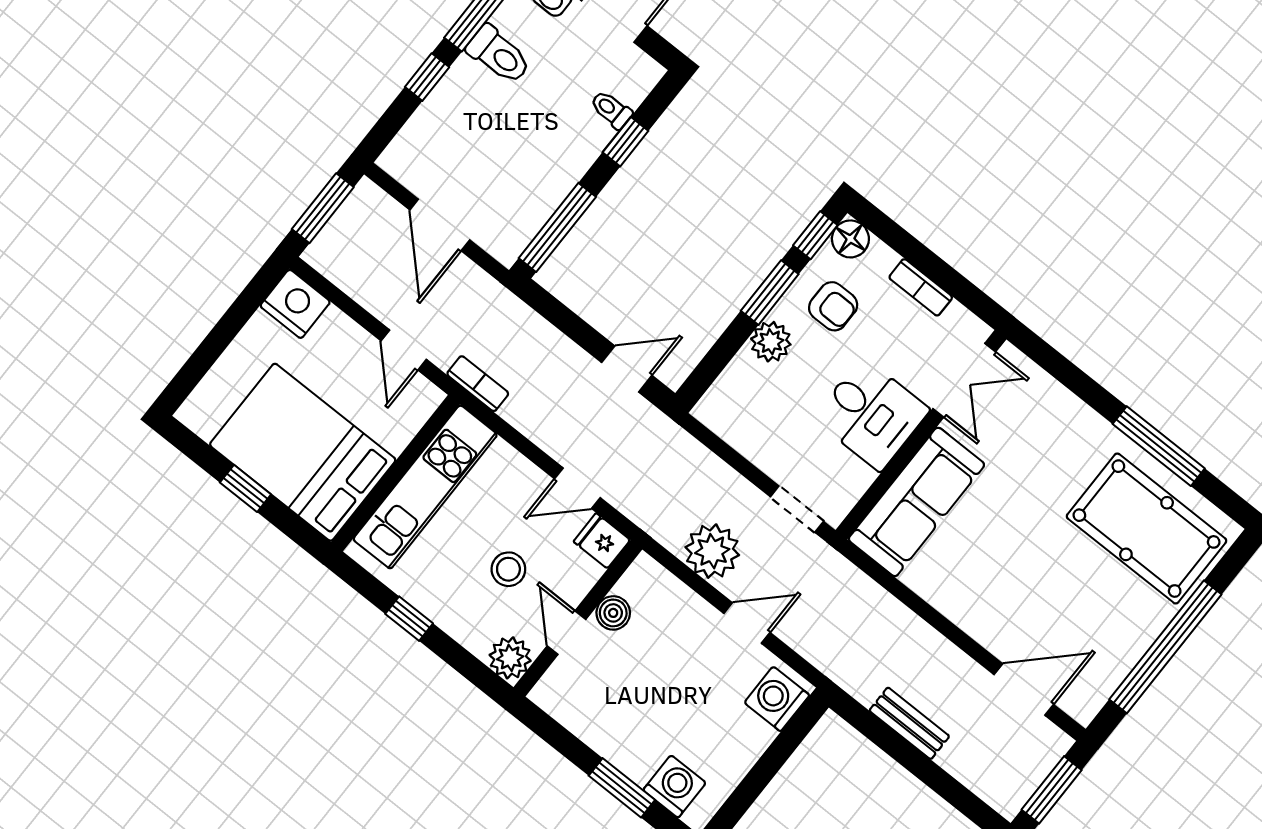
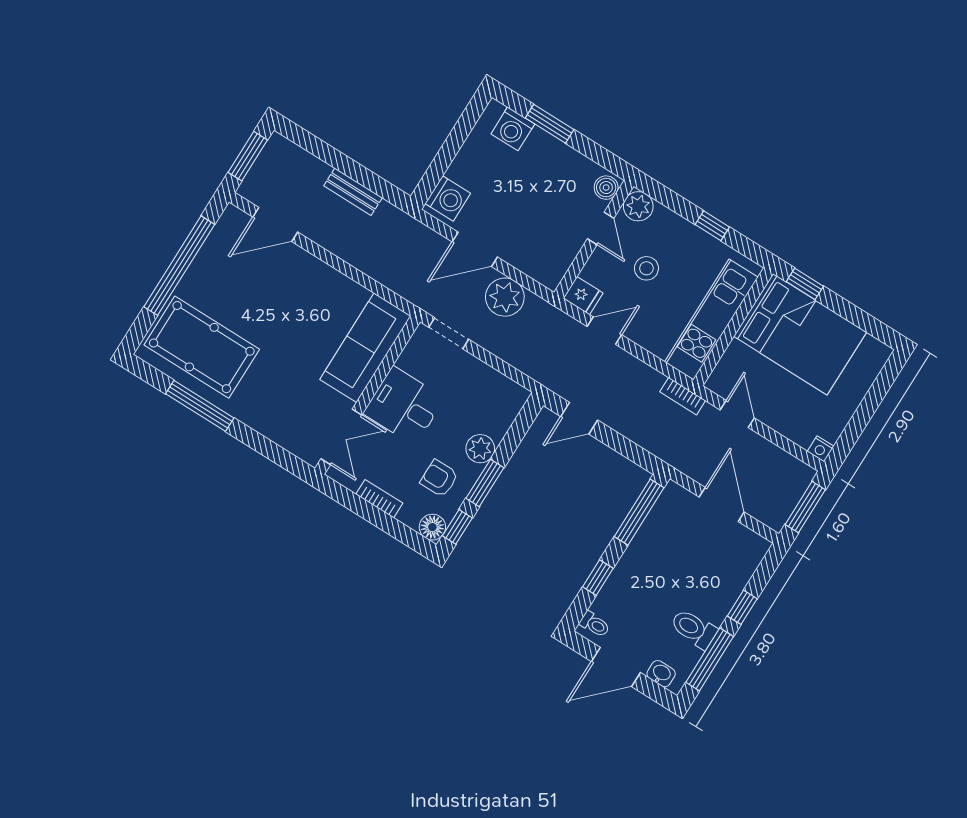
toilet: (611, 110) -> (595, 624), moved
nightstand: (295, 304) -> (821, 449), width x0.53, depth x0.56
double door: (964, 380) -> (341, 437), swing flipped
window: (245, 488) -> (805, 284), moved
boiler: (613, 613) -> (606, 188), moved
door: (747, 623) -> (475, 249), width x1.38

